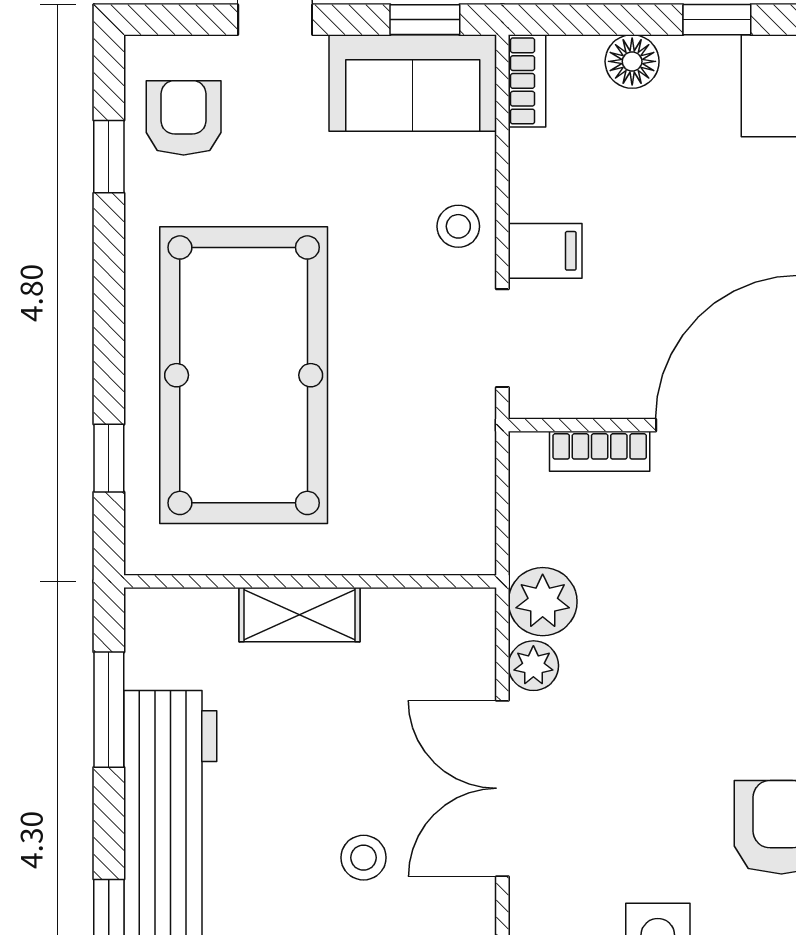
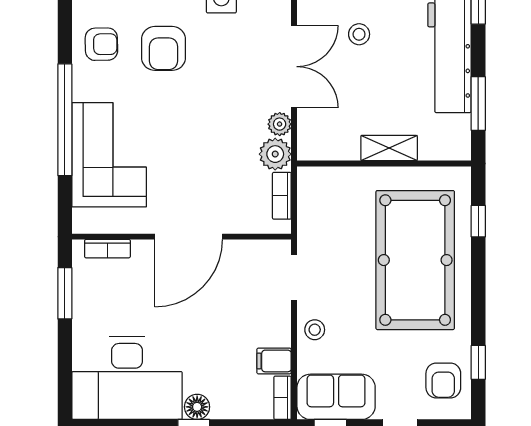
floor lamp: (632, 61) -> (197, 407), moved
filing cabinet: (545, 251) -> (274, 361), moved
bookcase: (600, 451) -> (282, 196), moved, turned -90

